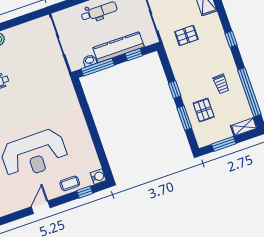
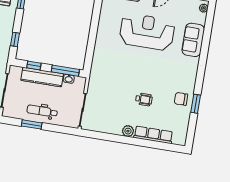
window: (175, 90) -> (15, 39), moved

